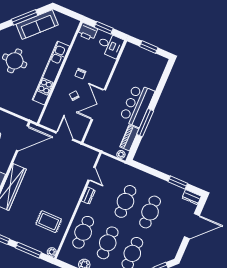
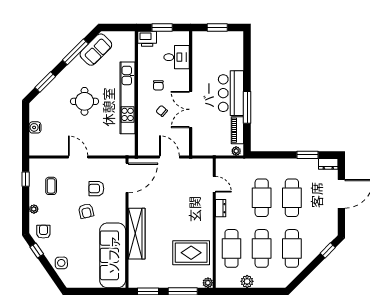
sofa: (37, 25) -> (96, 50), width x0.73
desk: (110, 45) -> (177, 57), moved
rug: (49, 222) -> (191, 253), width x1.36, depth x1.43

